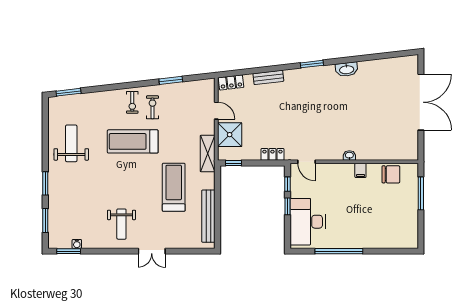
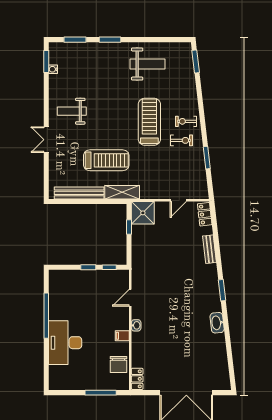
shower: (230, 135) -> (143, 213), moved
shelving: (208, 154) -> (122, 192), moved
locker: (272, 154) -> (137, 379), moved
door: (306, 162) -> (130, 298), moved
window: (233, 163) -> (129, 227), moved
desk: (308, 222) -> (65, 343), moved, turned -90

